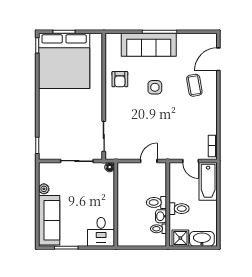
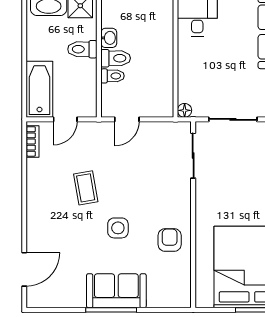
sofa: (149, 45) -> (116, 291), width x0.73
coffee table: (194, 85) -> (86, 188), moved
door: (191, 161) -> (65, 119), swing flipped
toilet: (159, 229) -> (113, 76), moved

